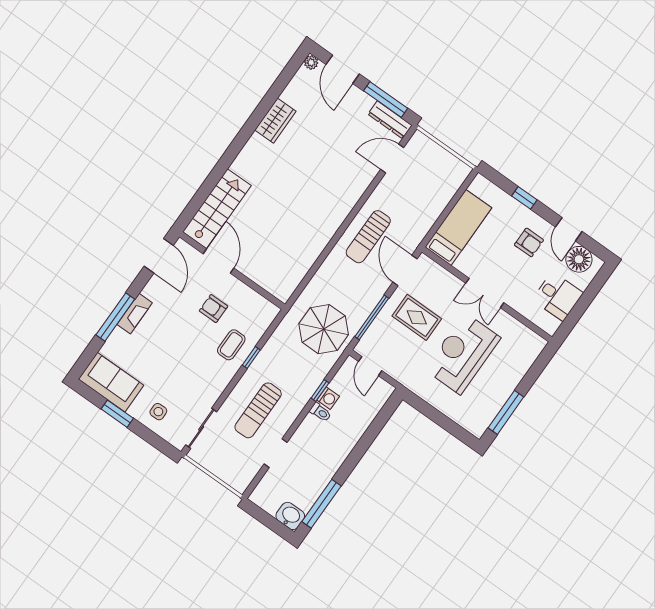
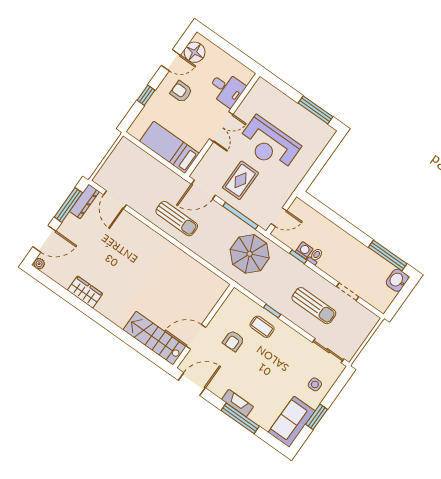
armchair: (529, 242) -> (181, 92), turned -90
desk: (558, 296) -> (226, 89), moved, turned 90

